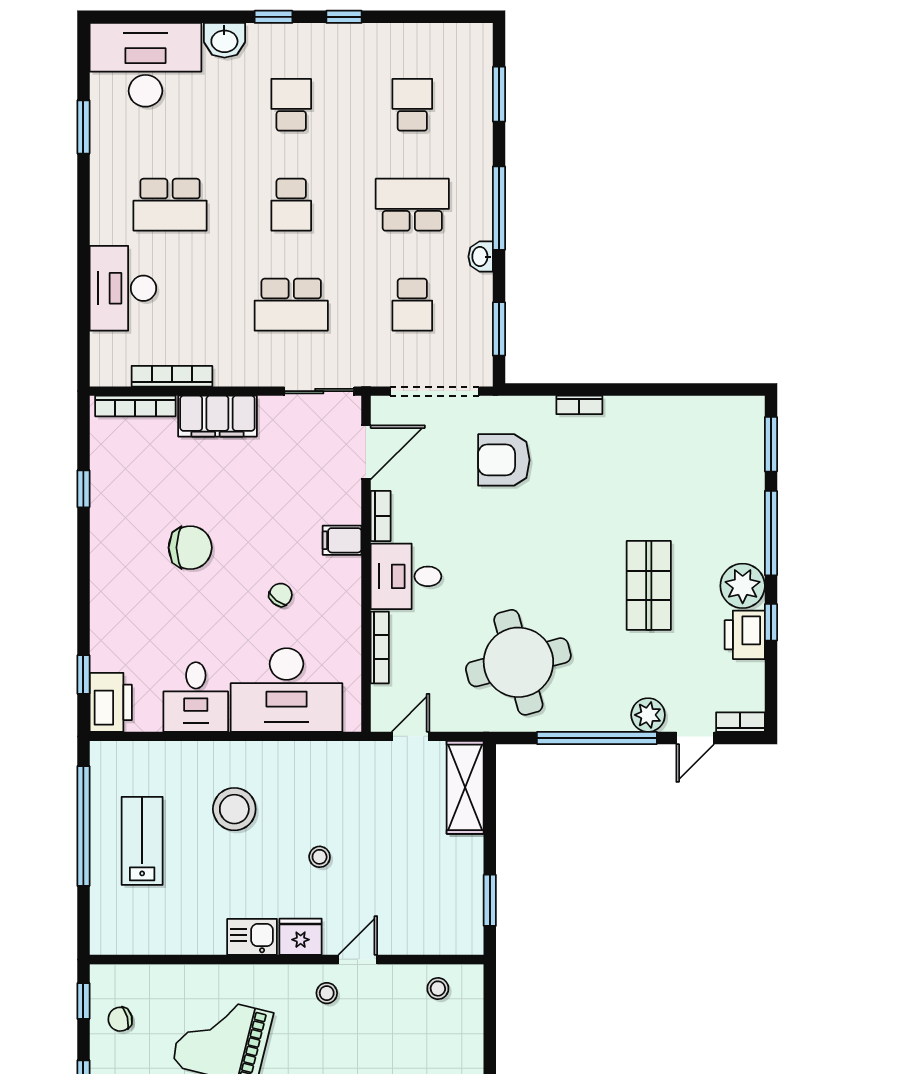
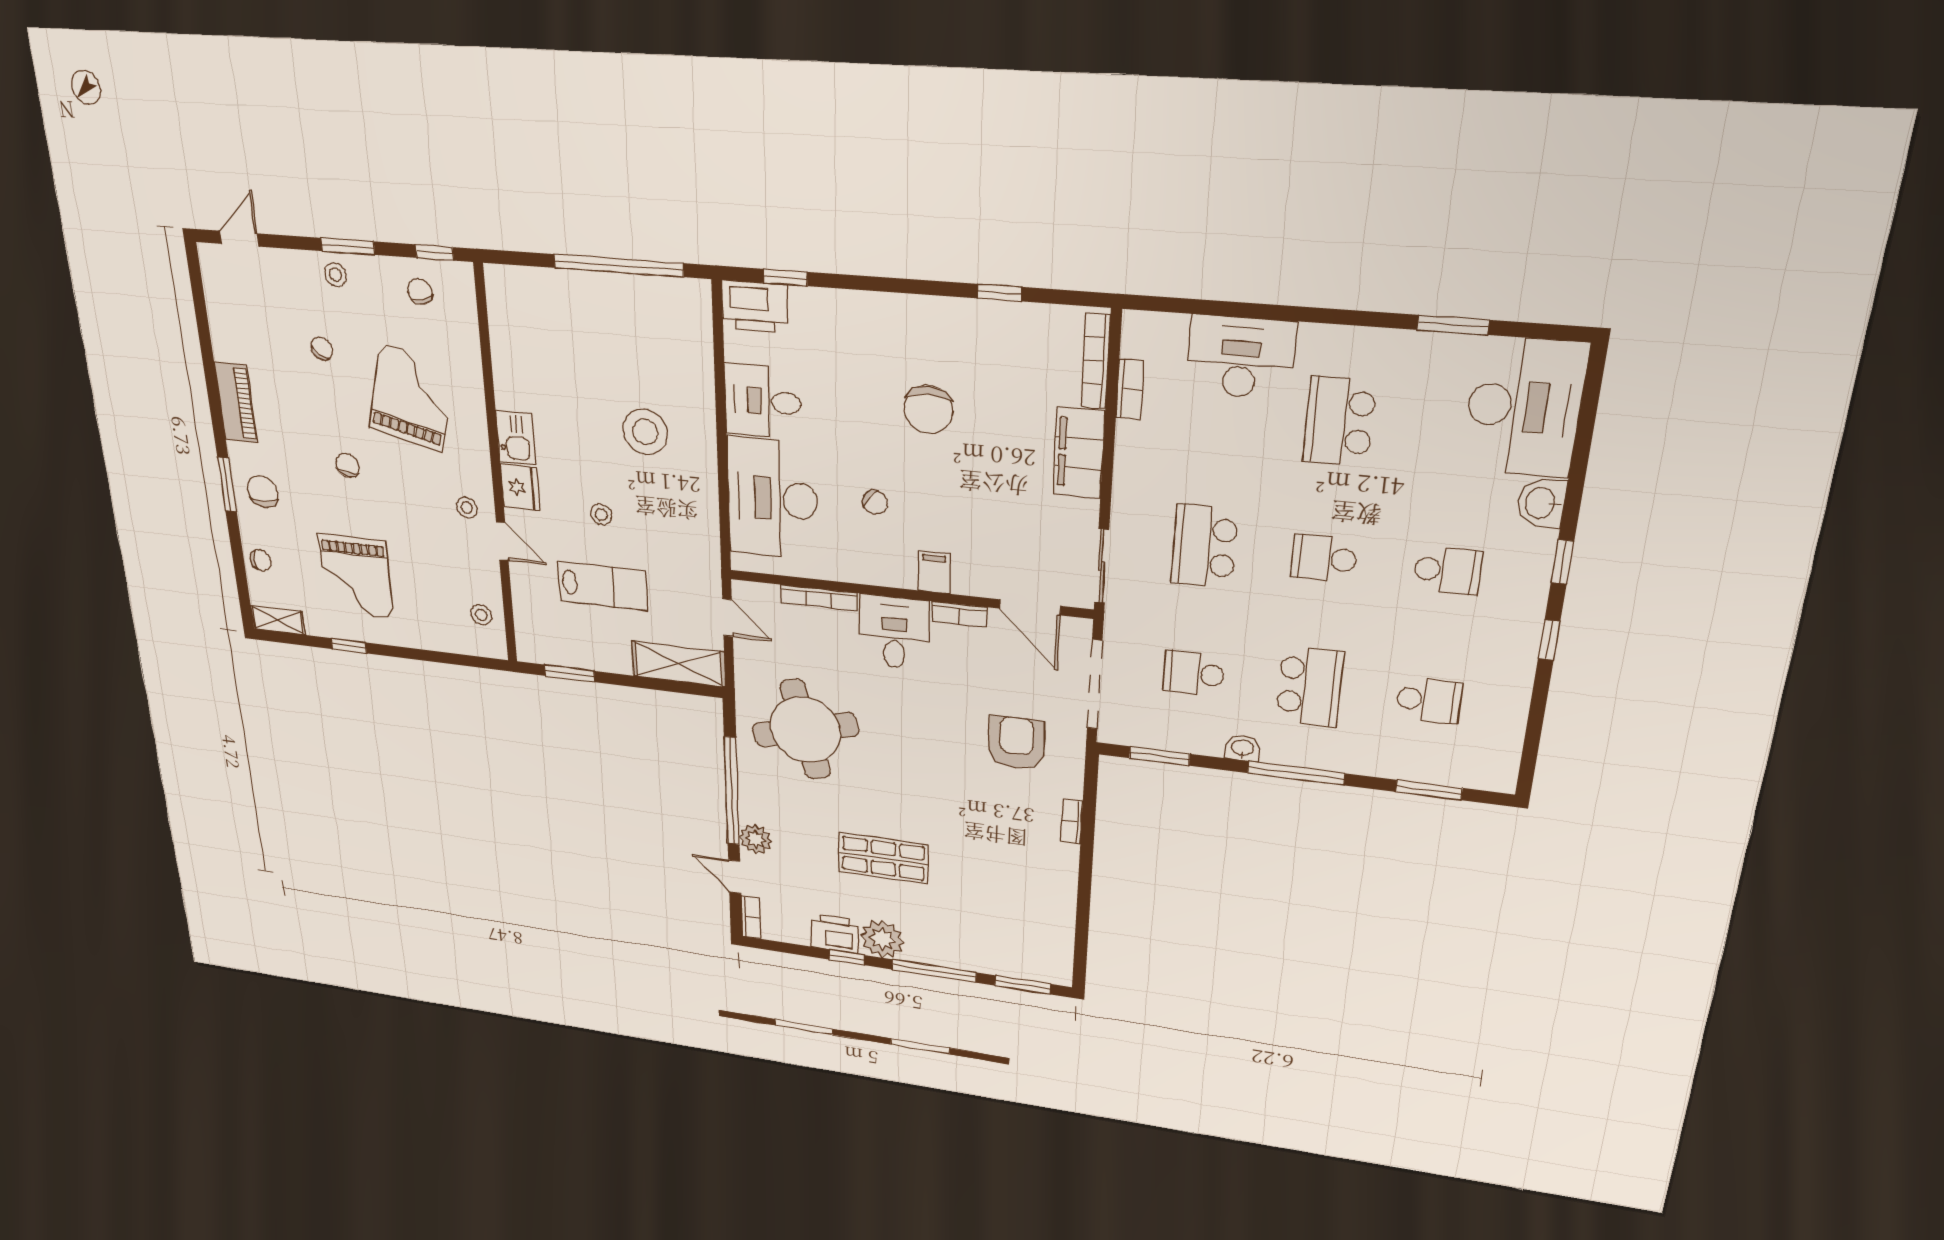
bookcase: (172, 376) -> (1130, 389), width x0.64
lab bench: (142, 841) -> (603, 586), moved

